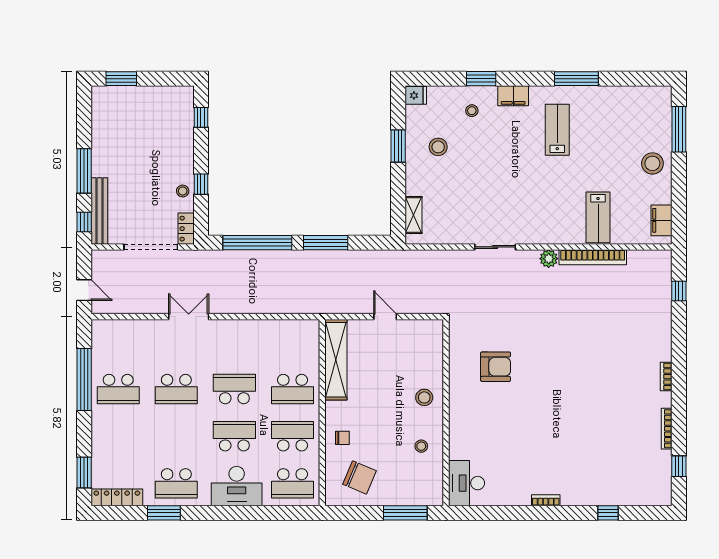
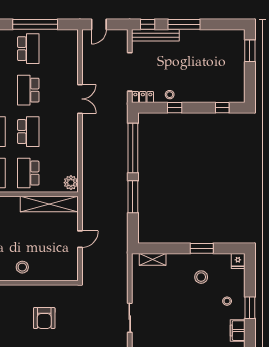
plant: (306, 329) -> (71, 183), added
school desk: (118, 389) -> (28, 49), turned 180

